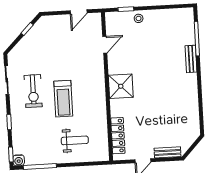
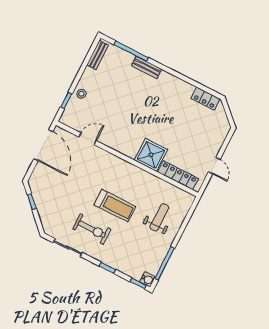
door: (79, 12) -> (43, 145), width x1.88
door: (105, 45) -> (88, 139), hinge flipped
shower: (121, 86) -> (151, 155), moved
locker: (193, 122) -> (206, 99), added
bench: (167, 152) -> (98, 55), moved

